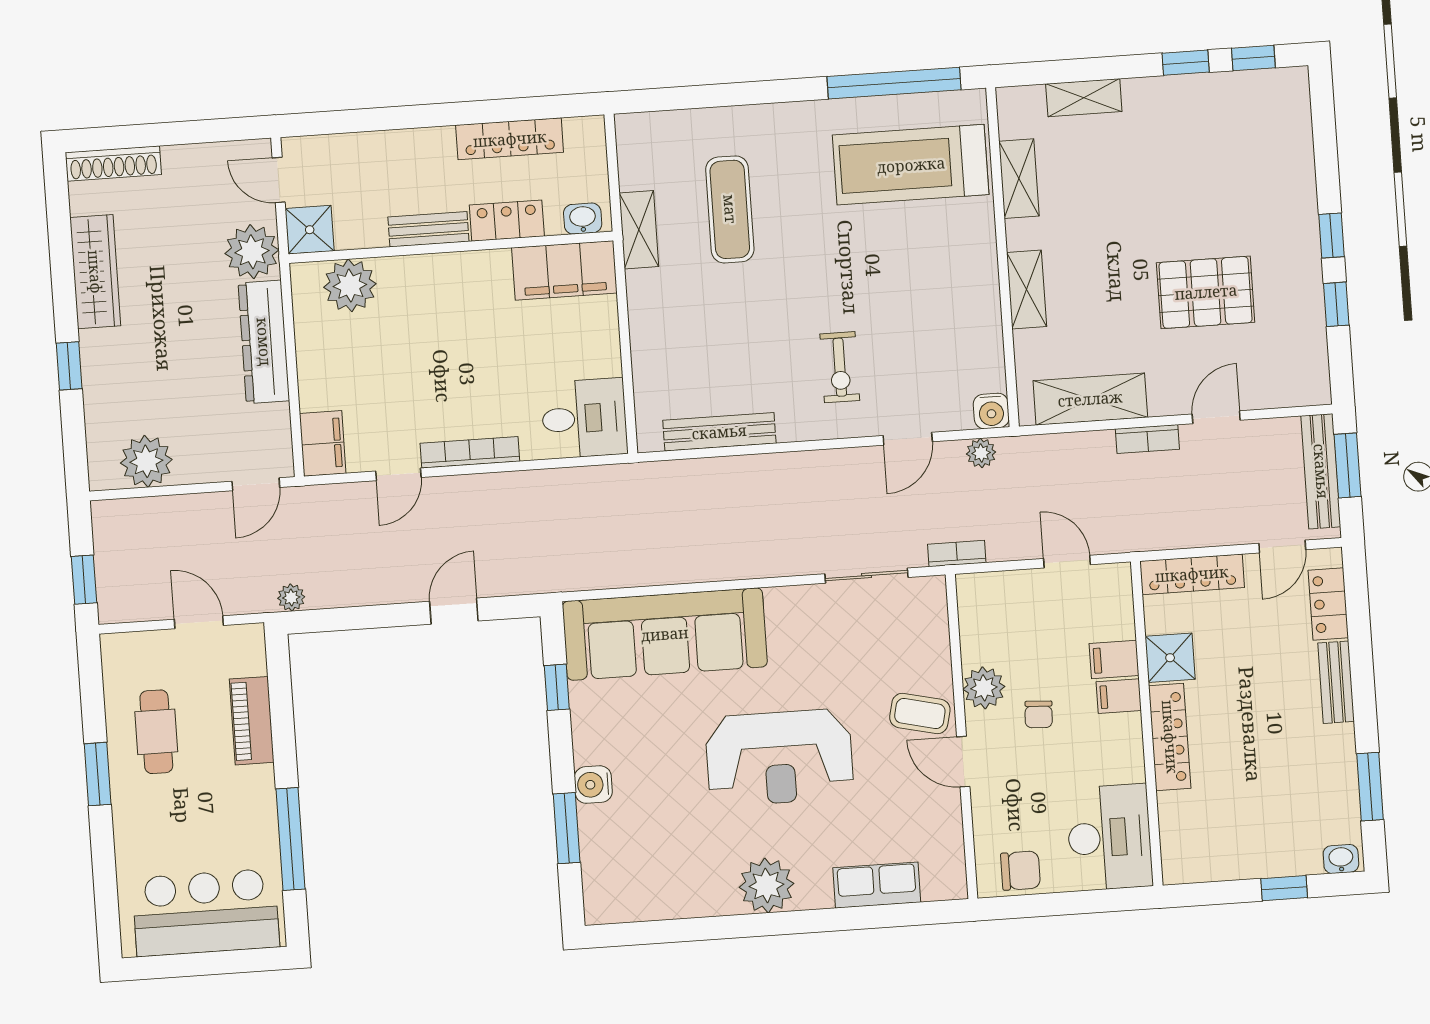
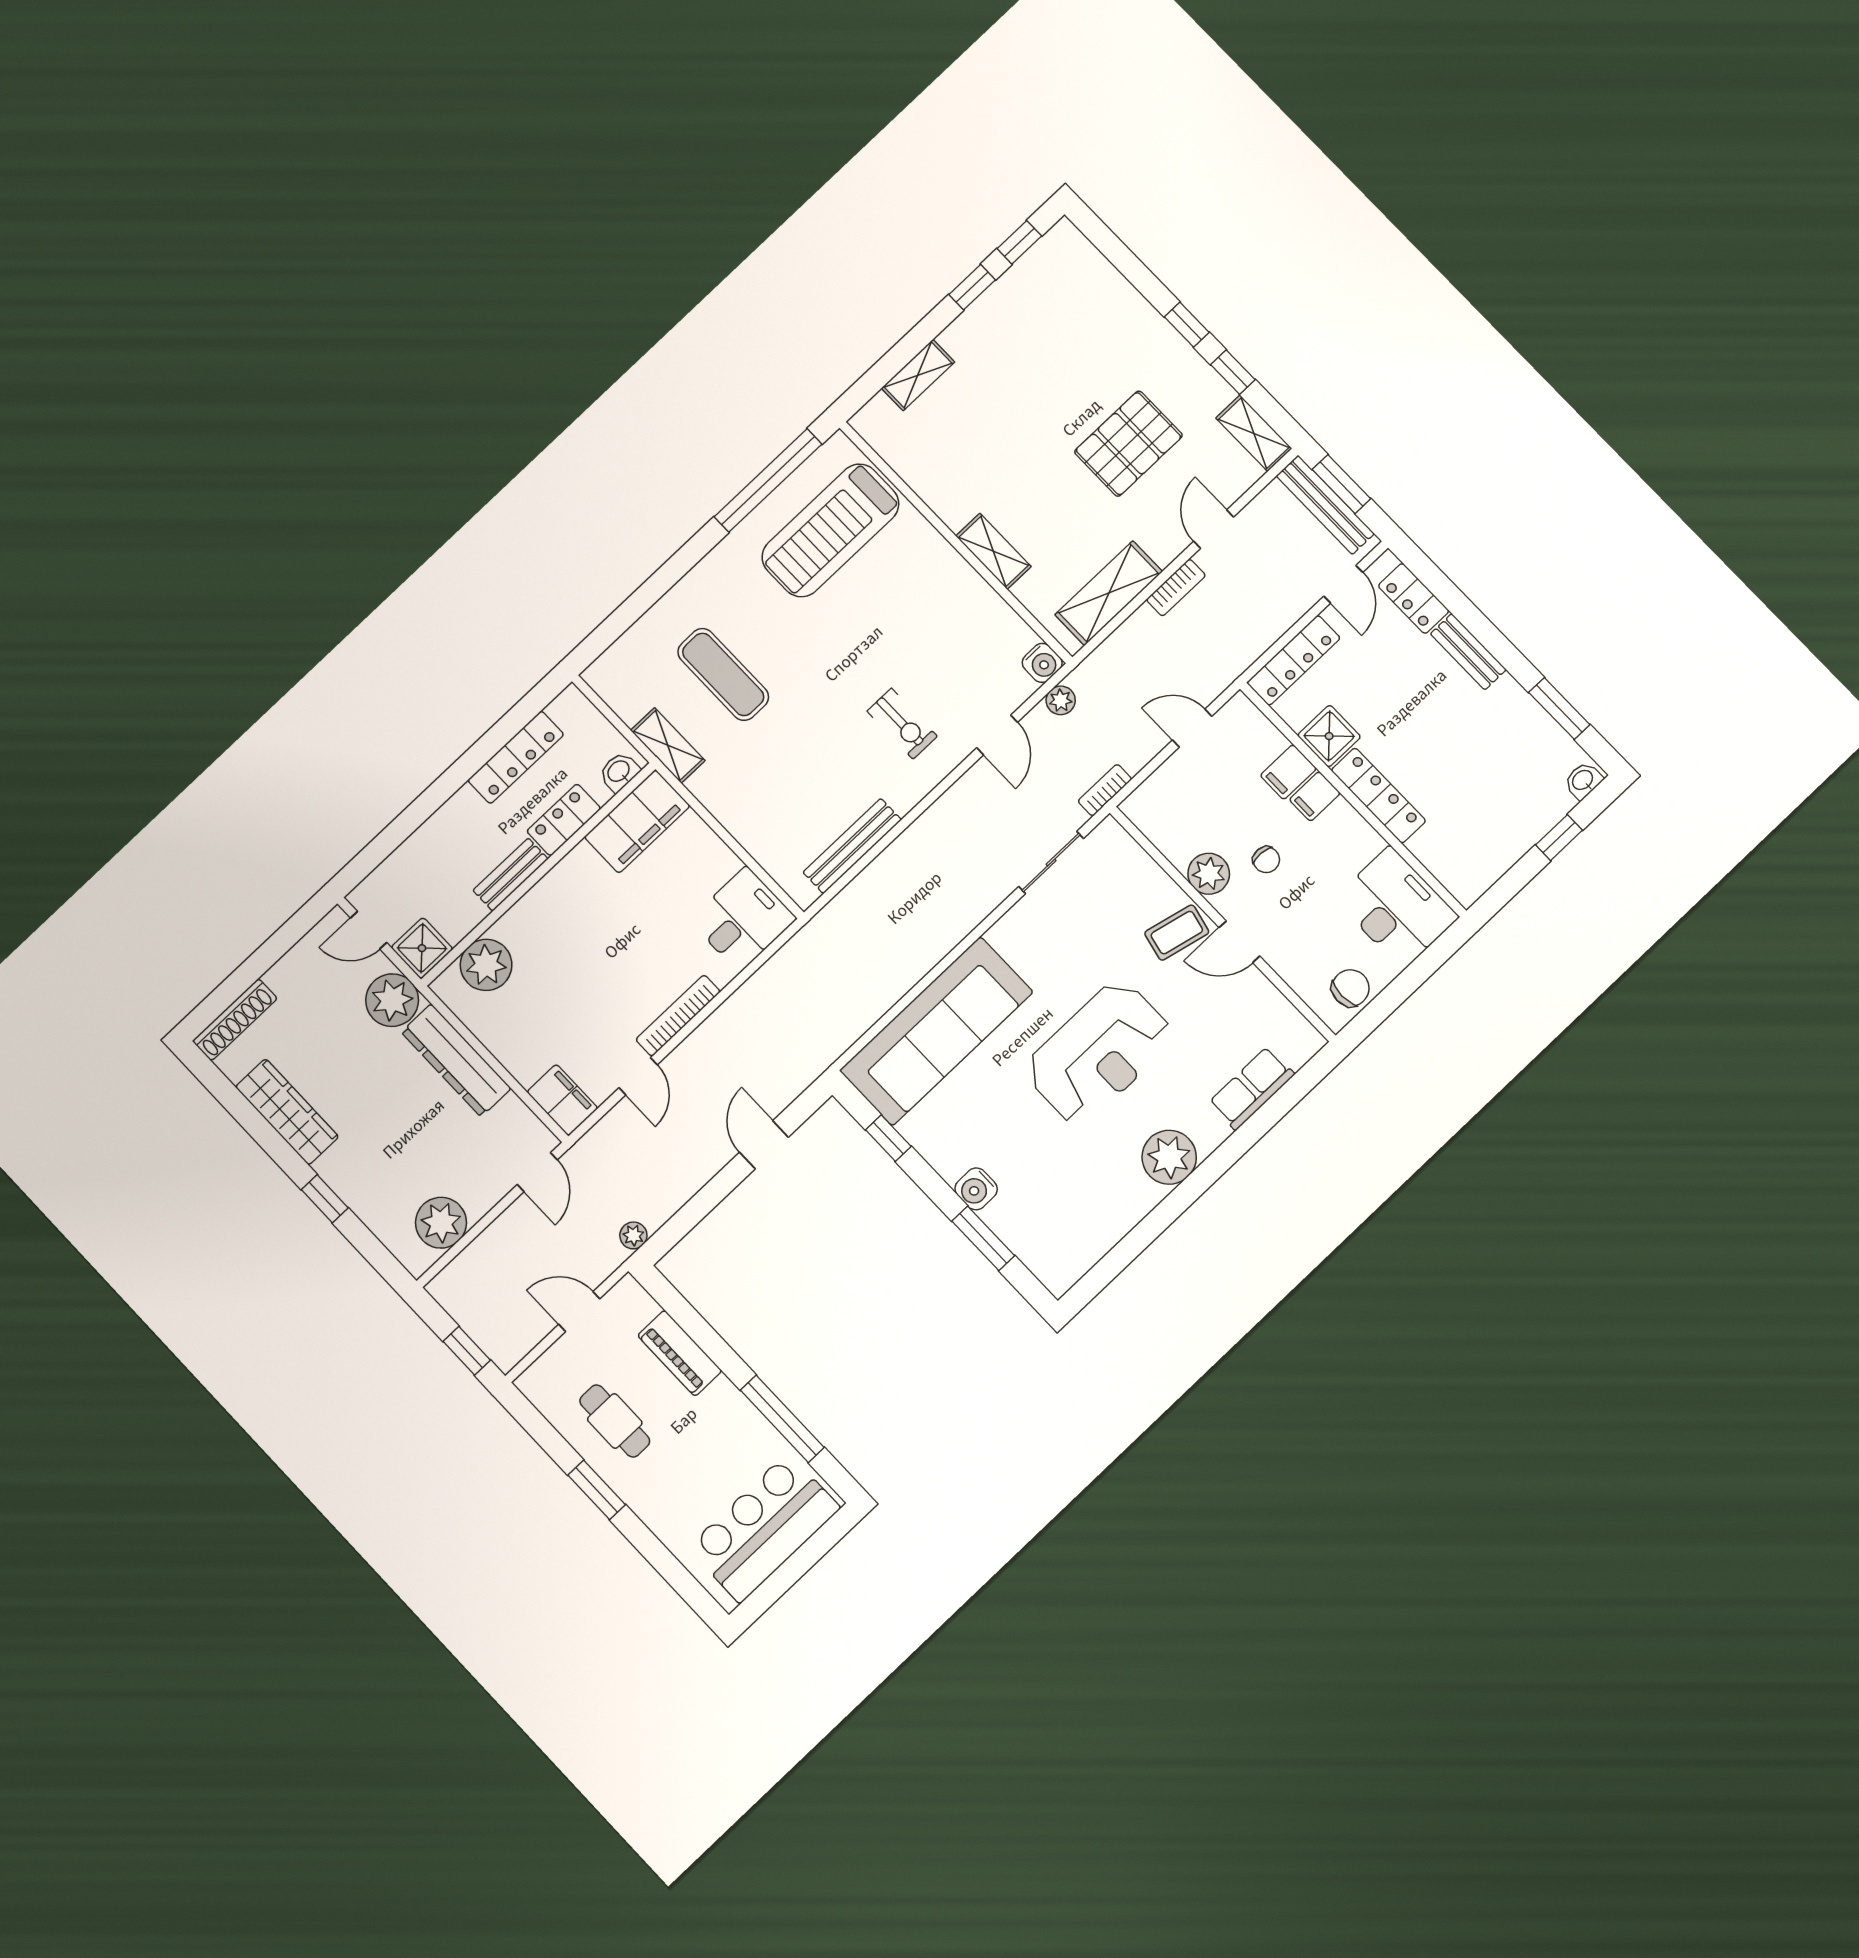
shelving: (1019, 179) -> (1254, 433), moved

